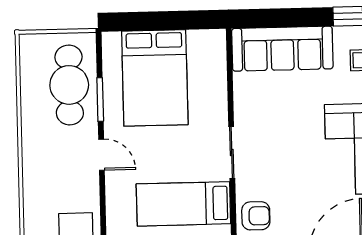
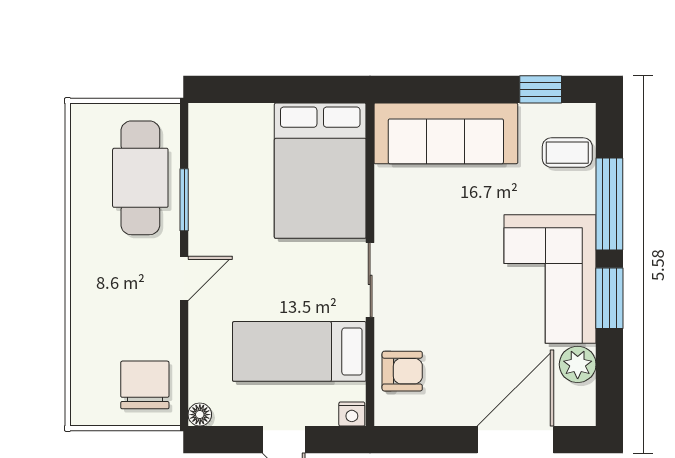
bed: (155, 78) -> (320, 171), moved
door: (102, 155) -> (184, 279), hinge flipped

